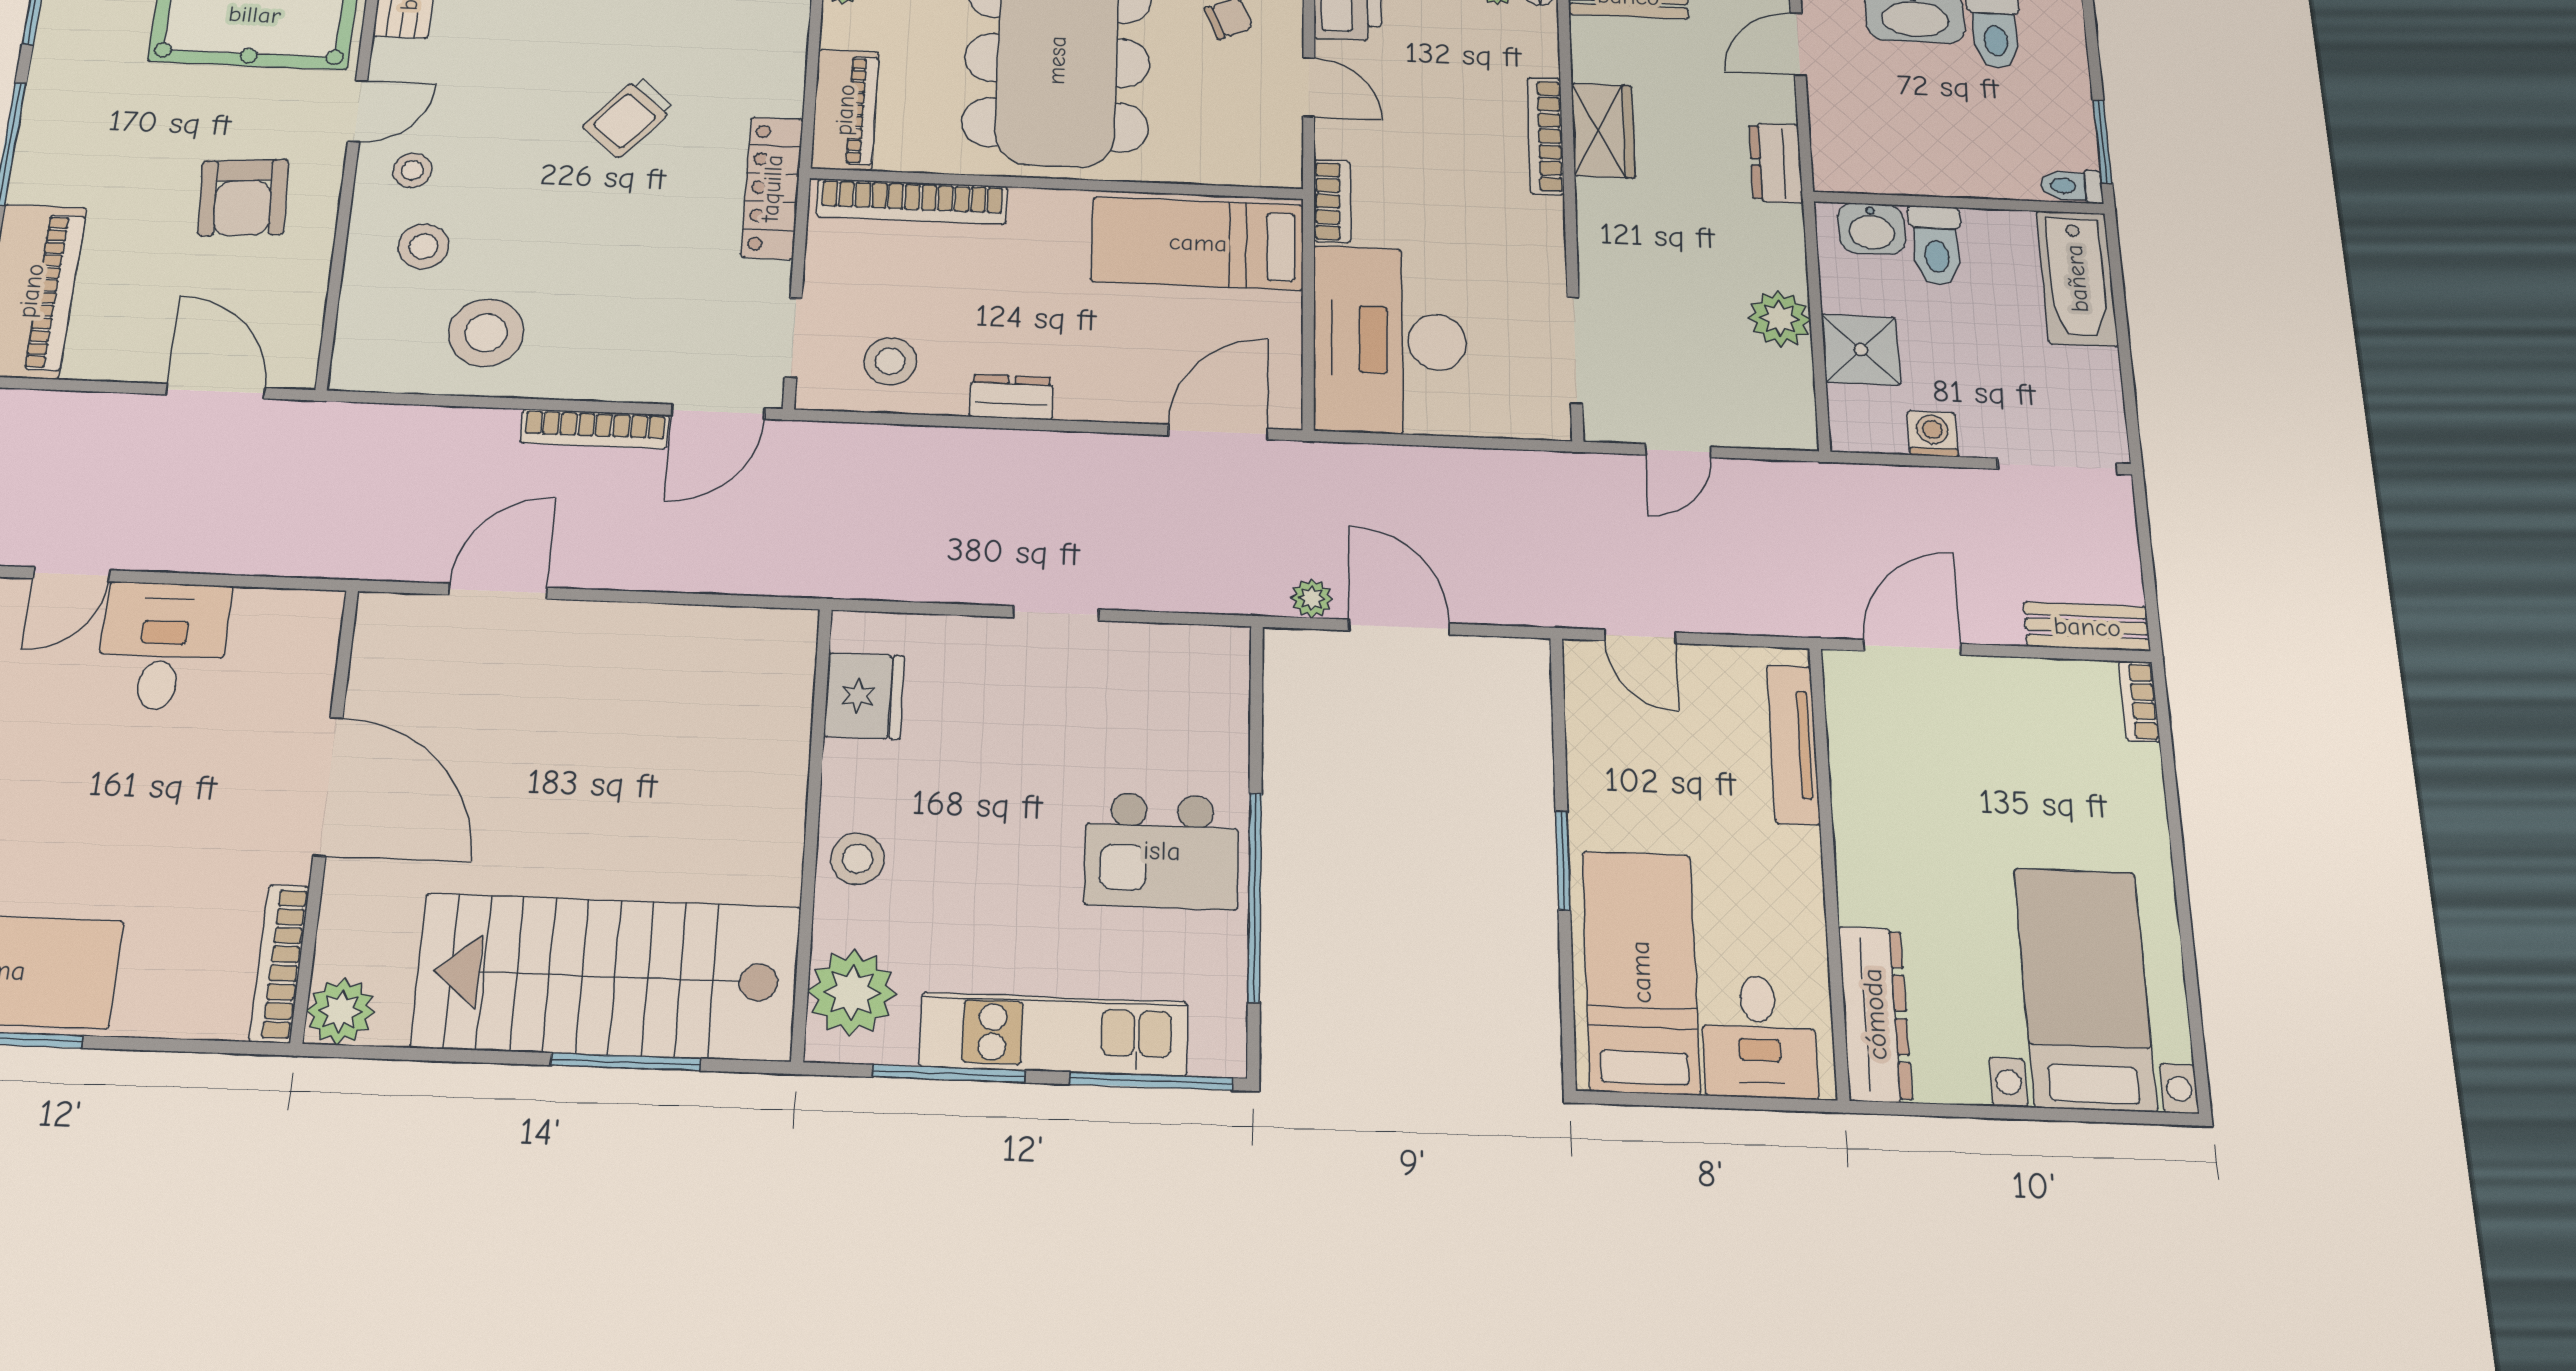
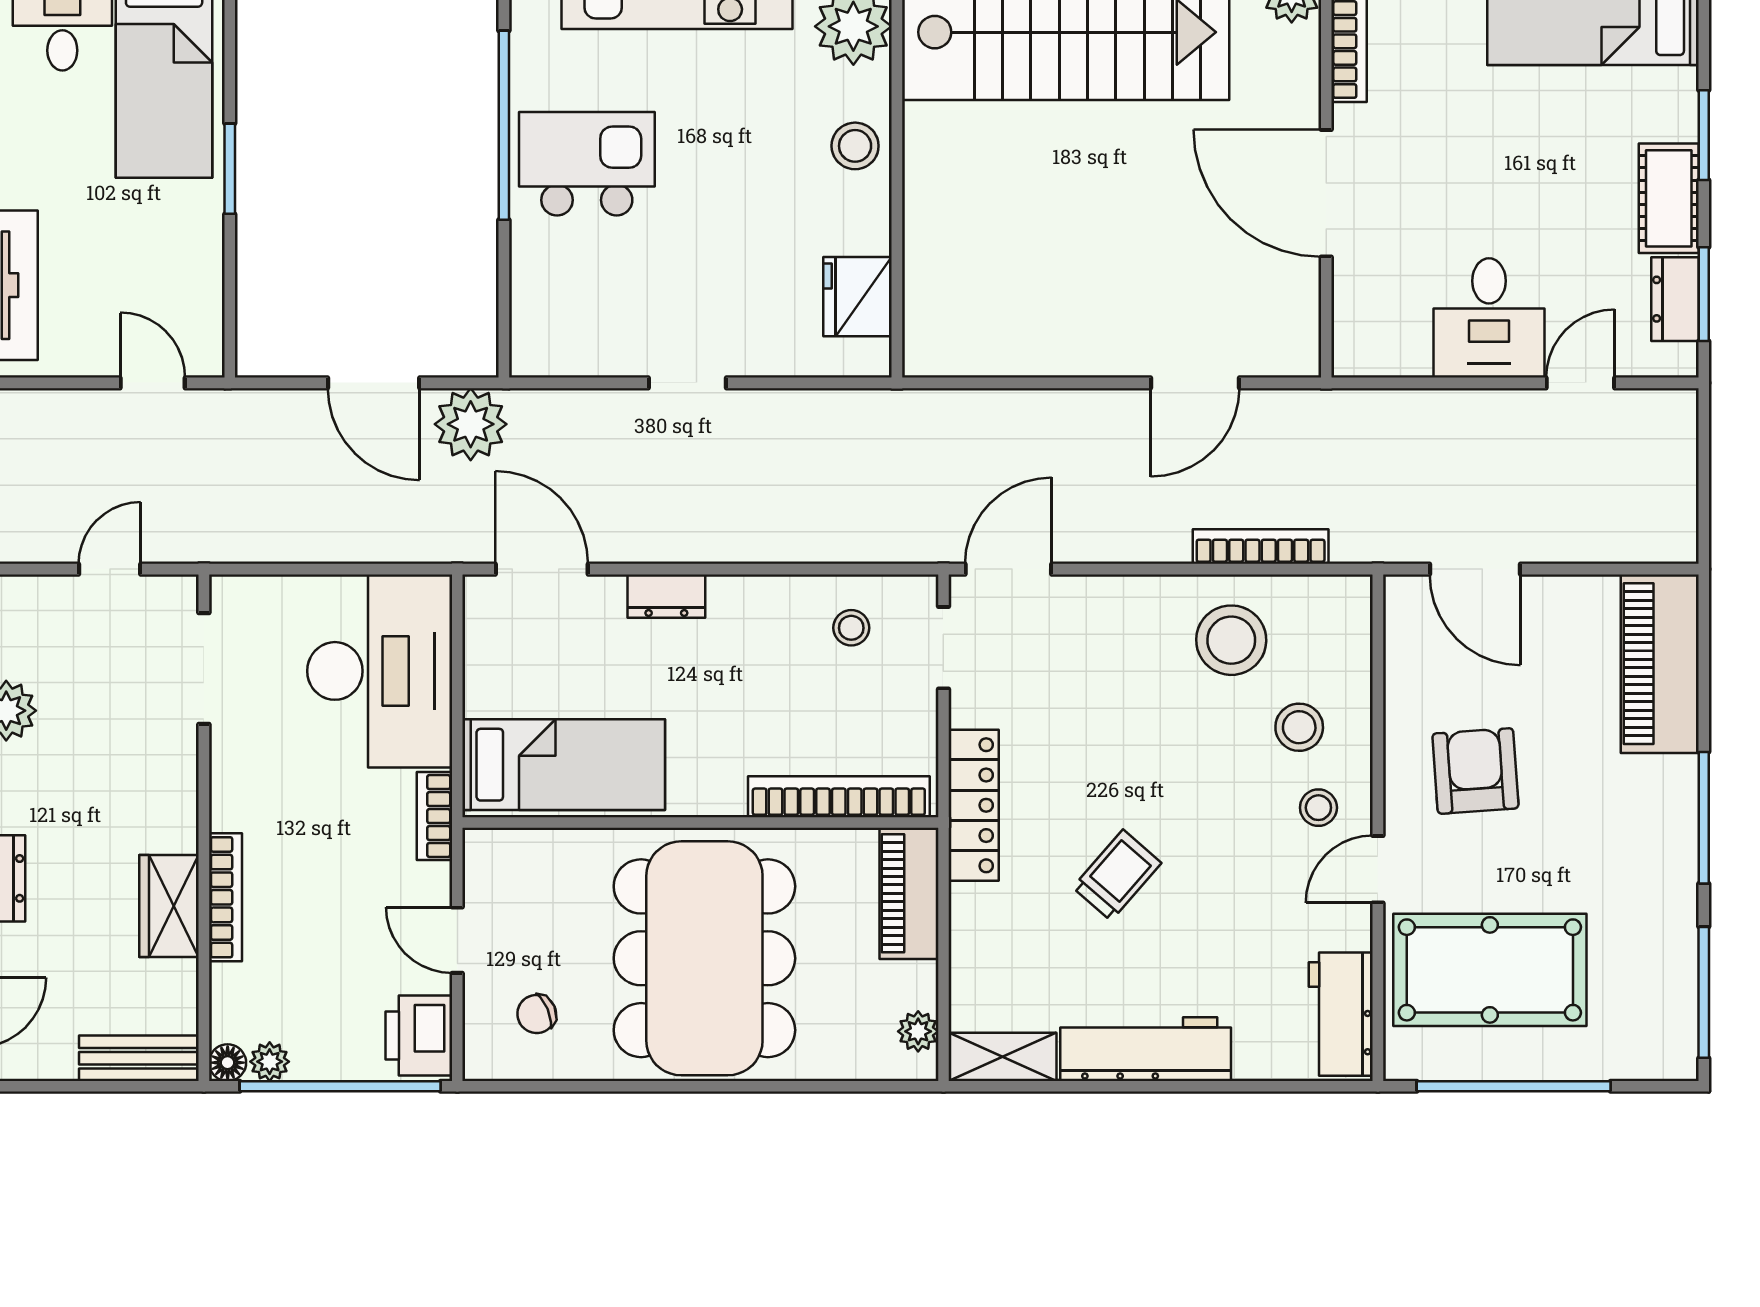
stool: (890, 361) -> (851, 628), width x0.73, depth x0.73
dresser: (1011, 397) -> (666, 596), moved
bookcase: (595, 429) -> (1261, 547), moved
door: (1218, 432) -> (542, 569), swing flipped
plant: (1312, 598) -> (471, 424), width x1.88, depth x1.88

